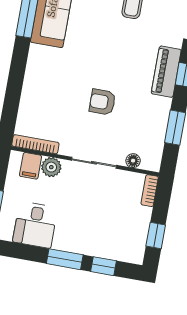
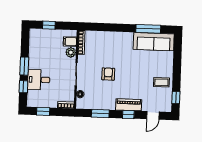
desk: (35, 225) -> (39, 80), moved

